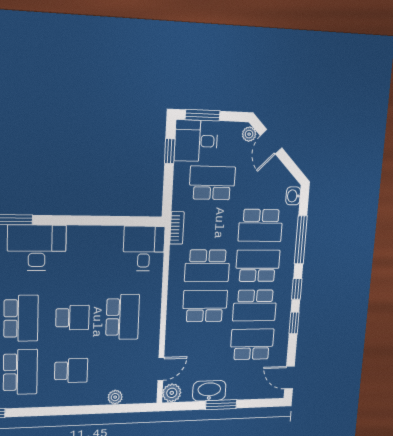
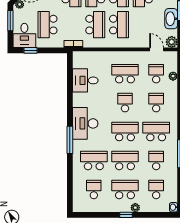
window: (203, 115) -> (10, 21), moved
desk: (144, 248) -> (85, 80), moved
school desk: (205, 306) -> (119, 25), turned 180
school desk: (120, 369) -> (156, 74), added

